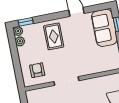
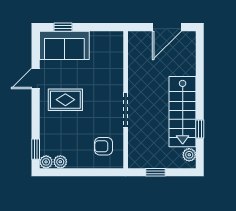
rug: (54, 36) -> (65, 100), moved

